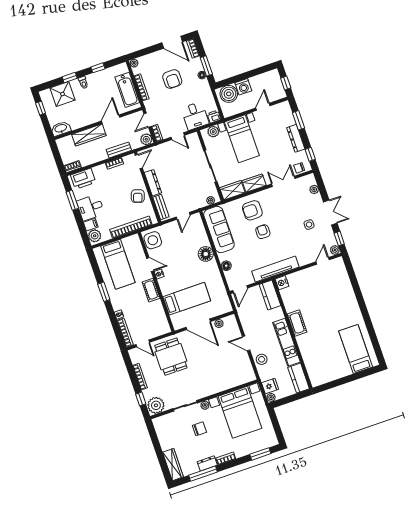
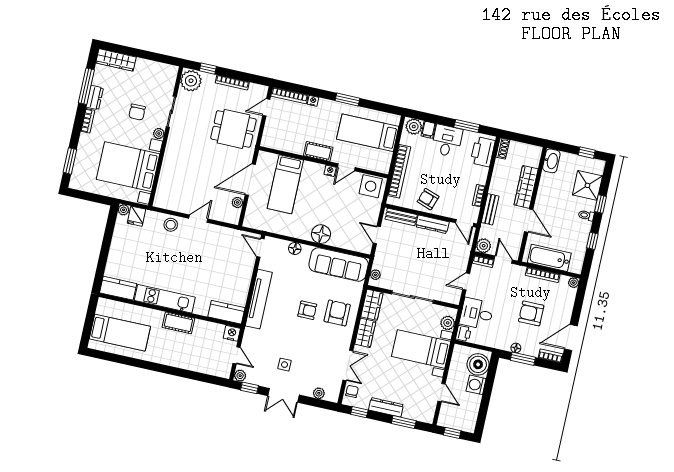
nightstand: (282, 283) -> (232, 333), moved
kitchen counter: (270, 295) -> (226, 312), moved
cot: (297, 323) -> (178, 323), moved
wall: (292, 334) -> (170, 311), moved
kitchen unit: (286, 342) -> (165, 299), moved
kitchen counter: (299, 378) -> (118, 288), moved

